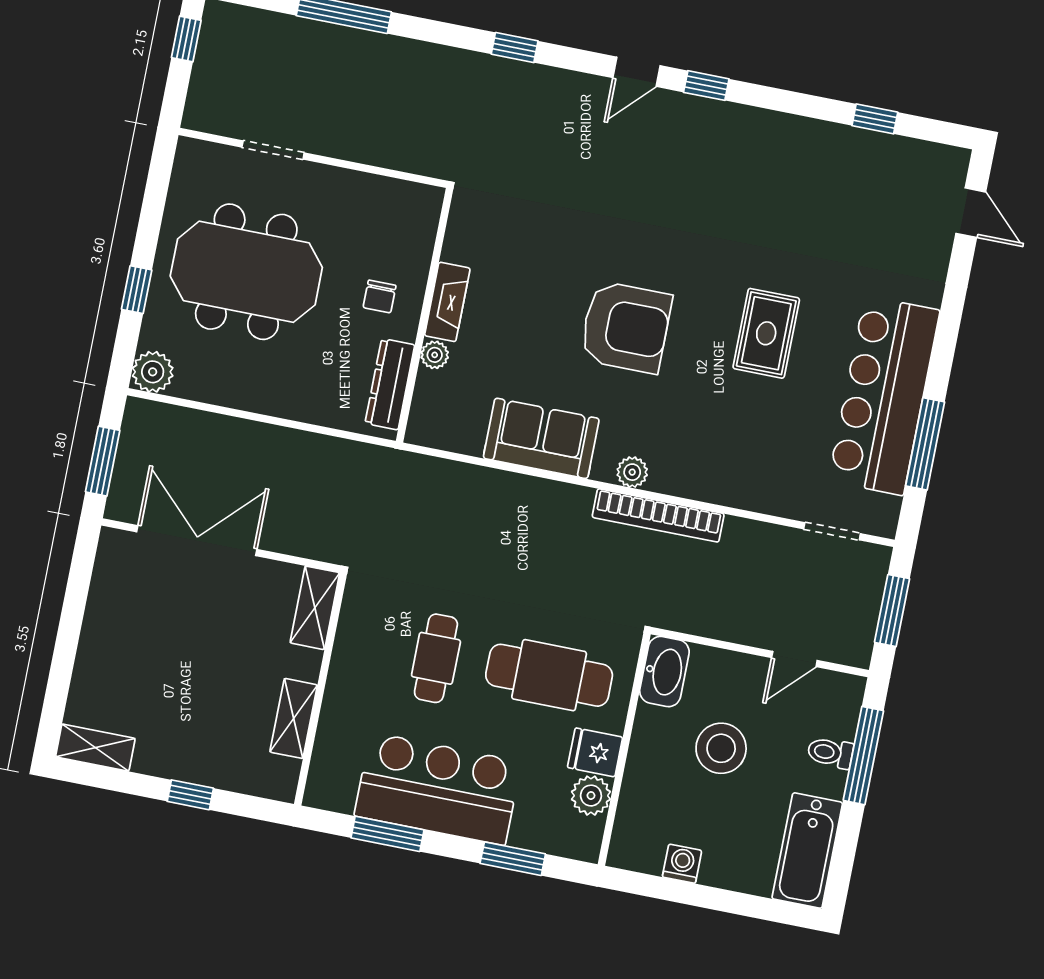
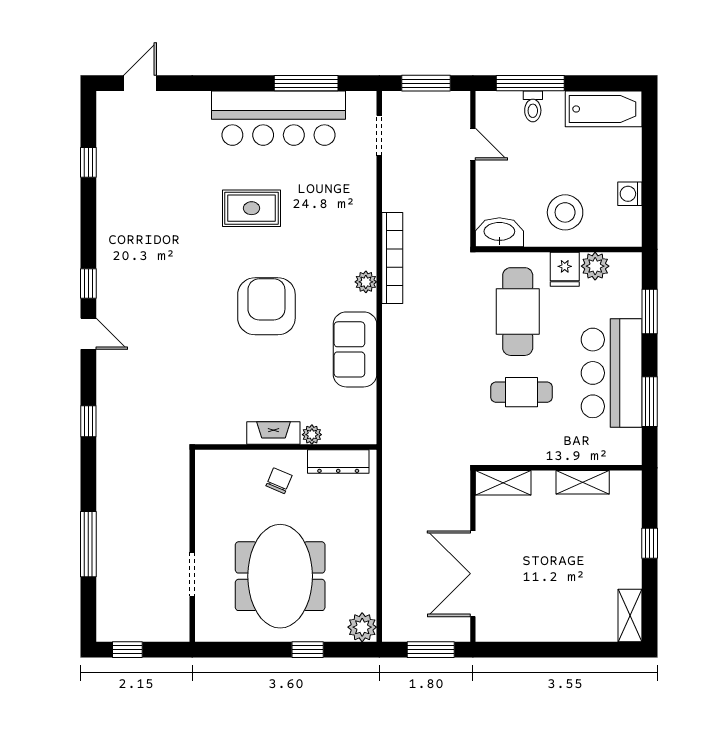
chair: (380, 296) -> (279, 481), turned -67
stool: (721, 748) -> (565, 212), moved

